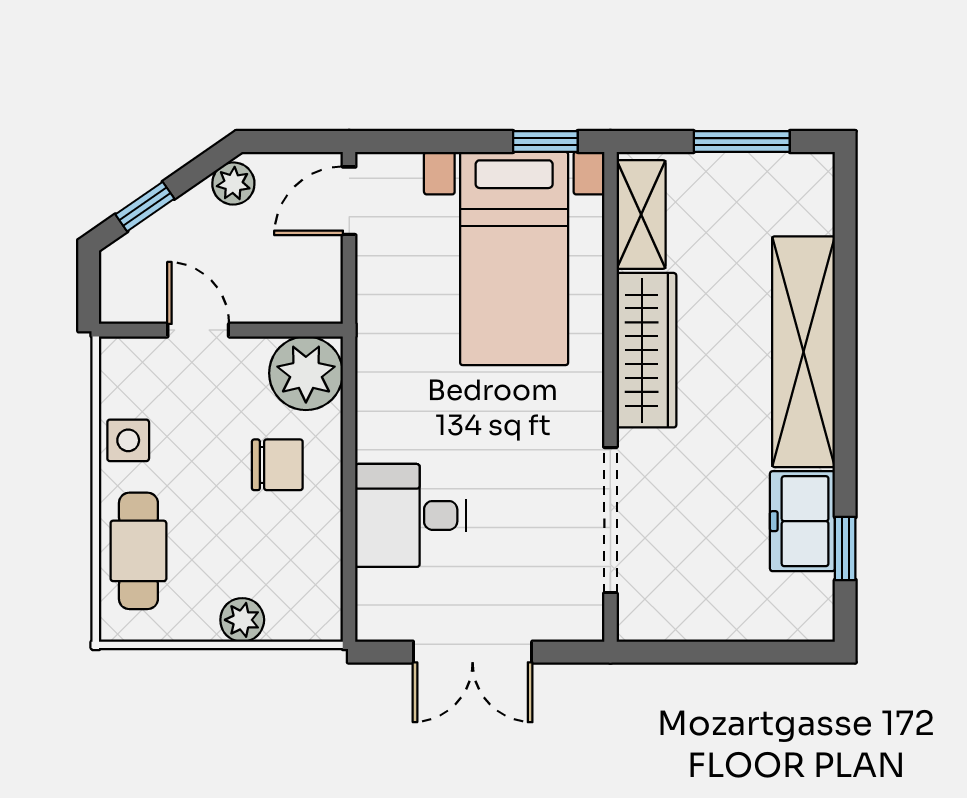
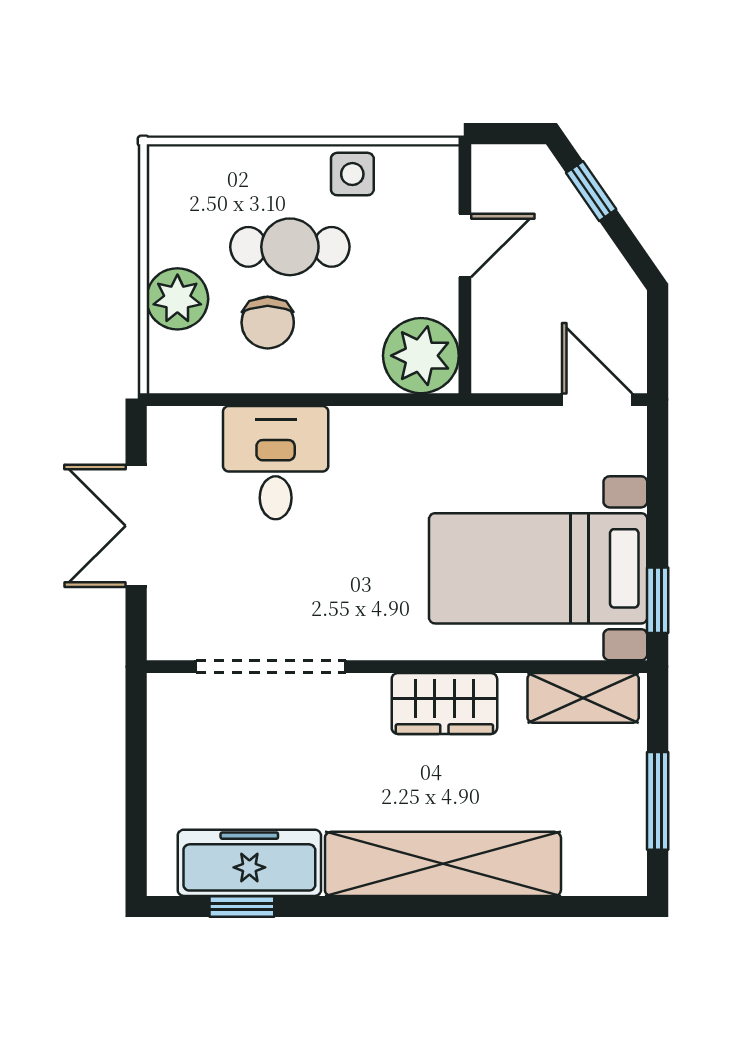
plant: (233, 184) -> (615, 281), removed
wardrobe: (646, 350) -> (444, 703), width x0.67
chair: (277, 465) -> (268, 323), moved
freezer: (802, 521) -> (249, 863), width x1.40
cafe table: (138, 551) -> (290, 247), moved
plant: (242, 620) -> (177, 299), width x1.38, depth x1.38

